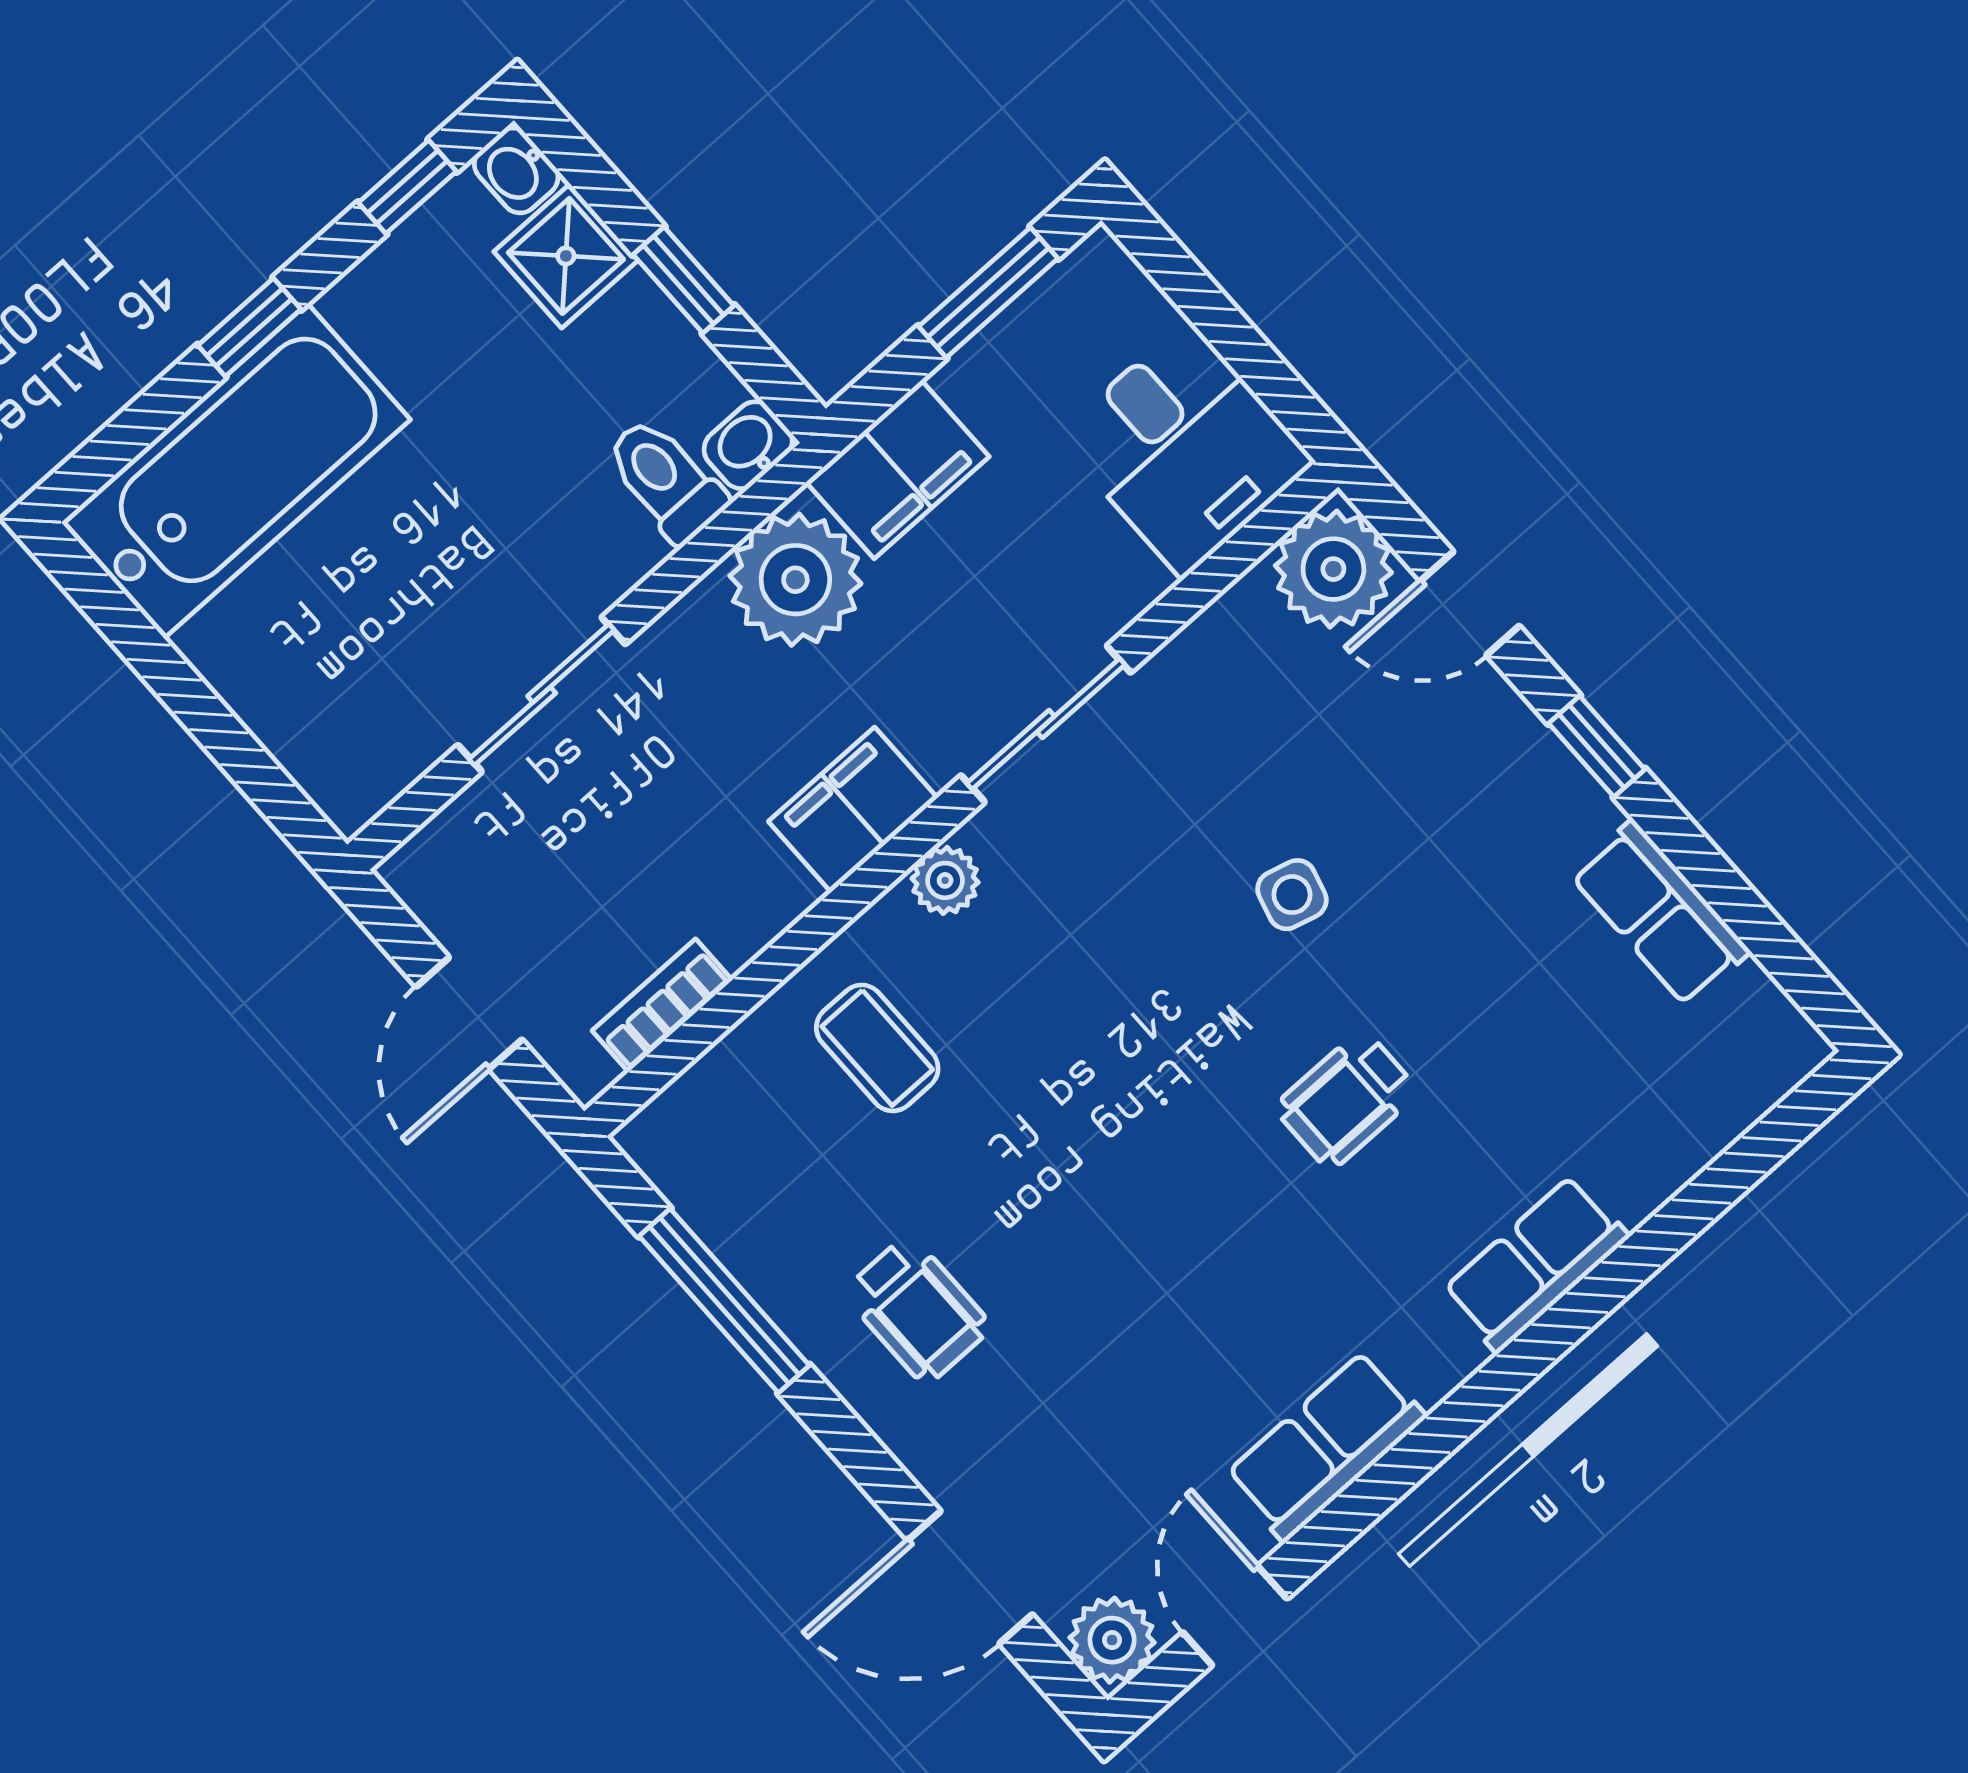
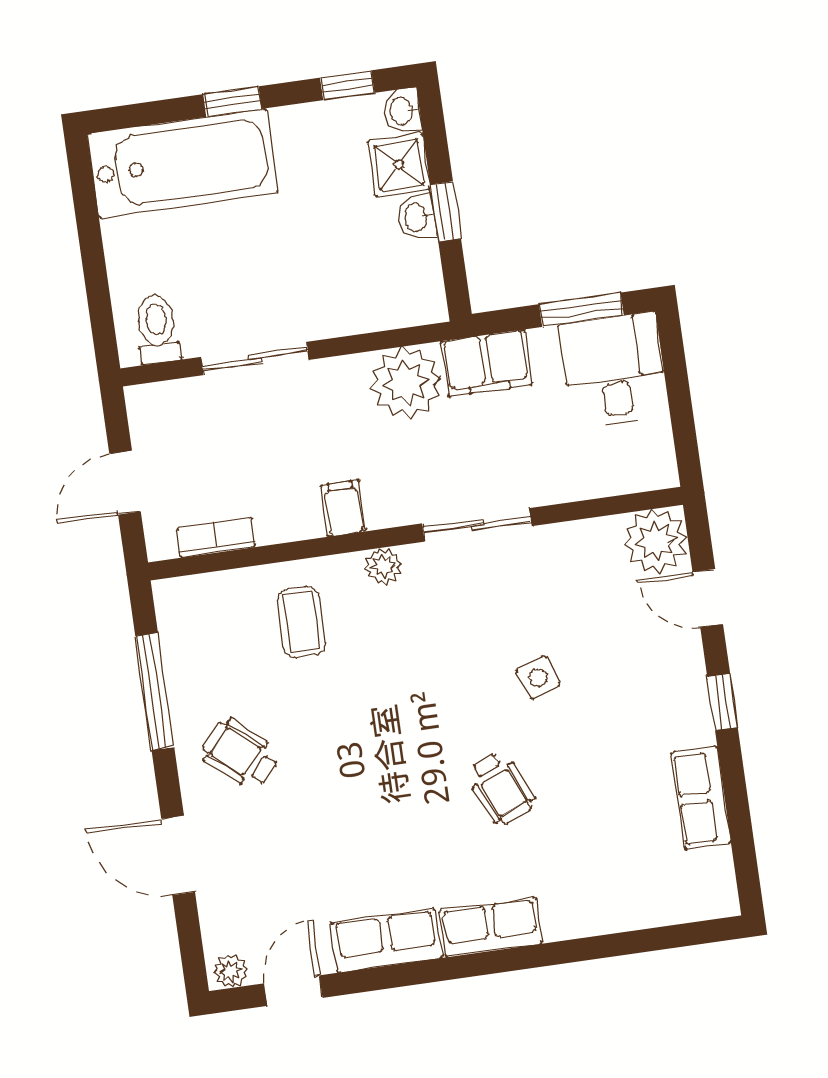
washbasin: (748, 445) -> (417, 217), moved, turned -90
desk: (1185, 449) -> (614, 370), moved, turned 180
toilet: (666, 480) -> (157, 329), moved
filing cabinet: (853, 810) -> (343, 508), width x0.50
side table: (1292, 895) -> (538, 678), turned -35
wheelchair: (1347, 1100) -> (501, 788), turned -114
row of seats: (1536, 1264) -> (491, 927), moved
wheelchair: (917, 1310) -> (240, 754), turned 131
door: (970, 1577) -> (178, 855), moved
plant: (1112, 1640) -> (230, 971), width x0.73, depth x0.73

